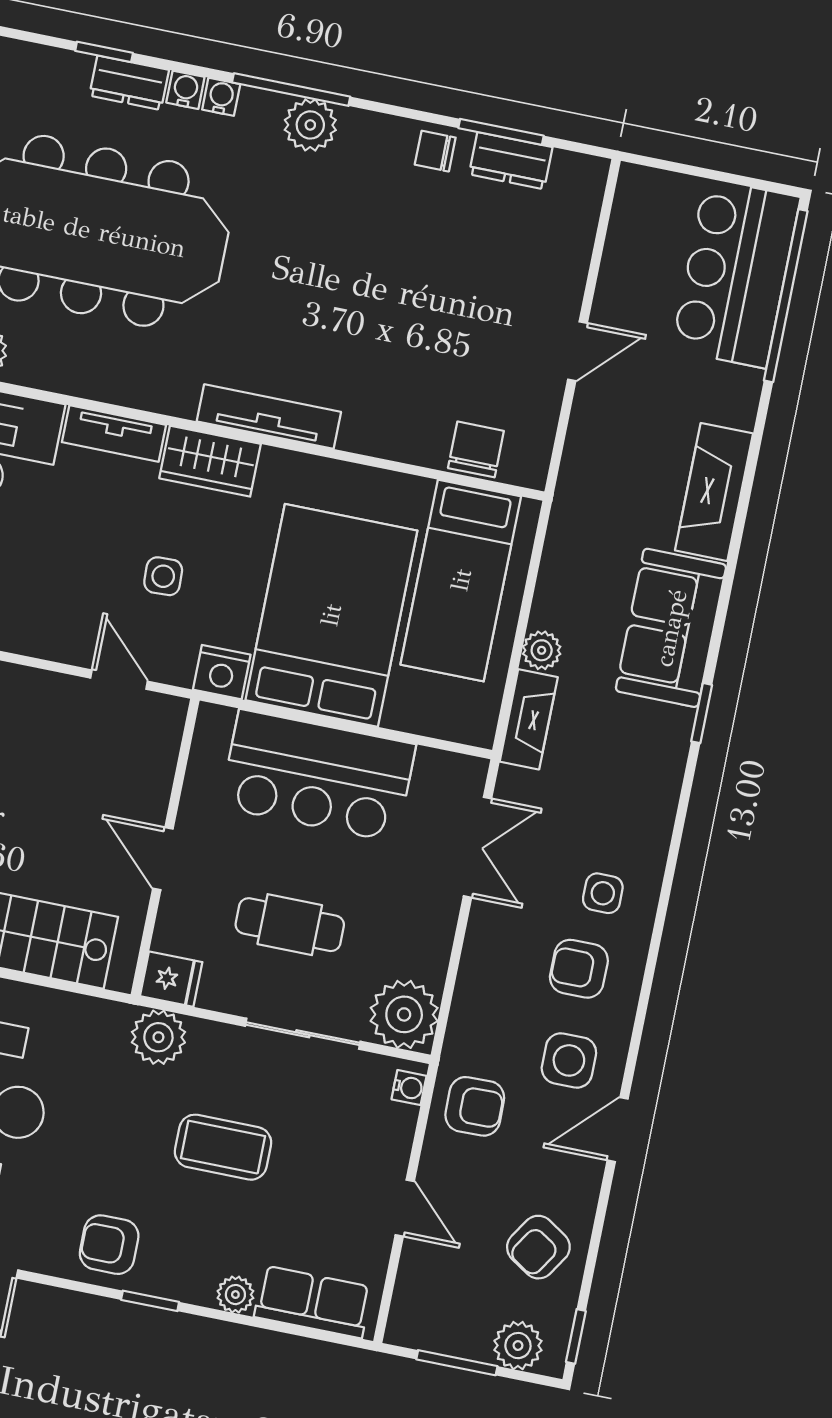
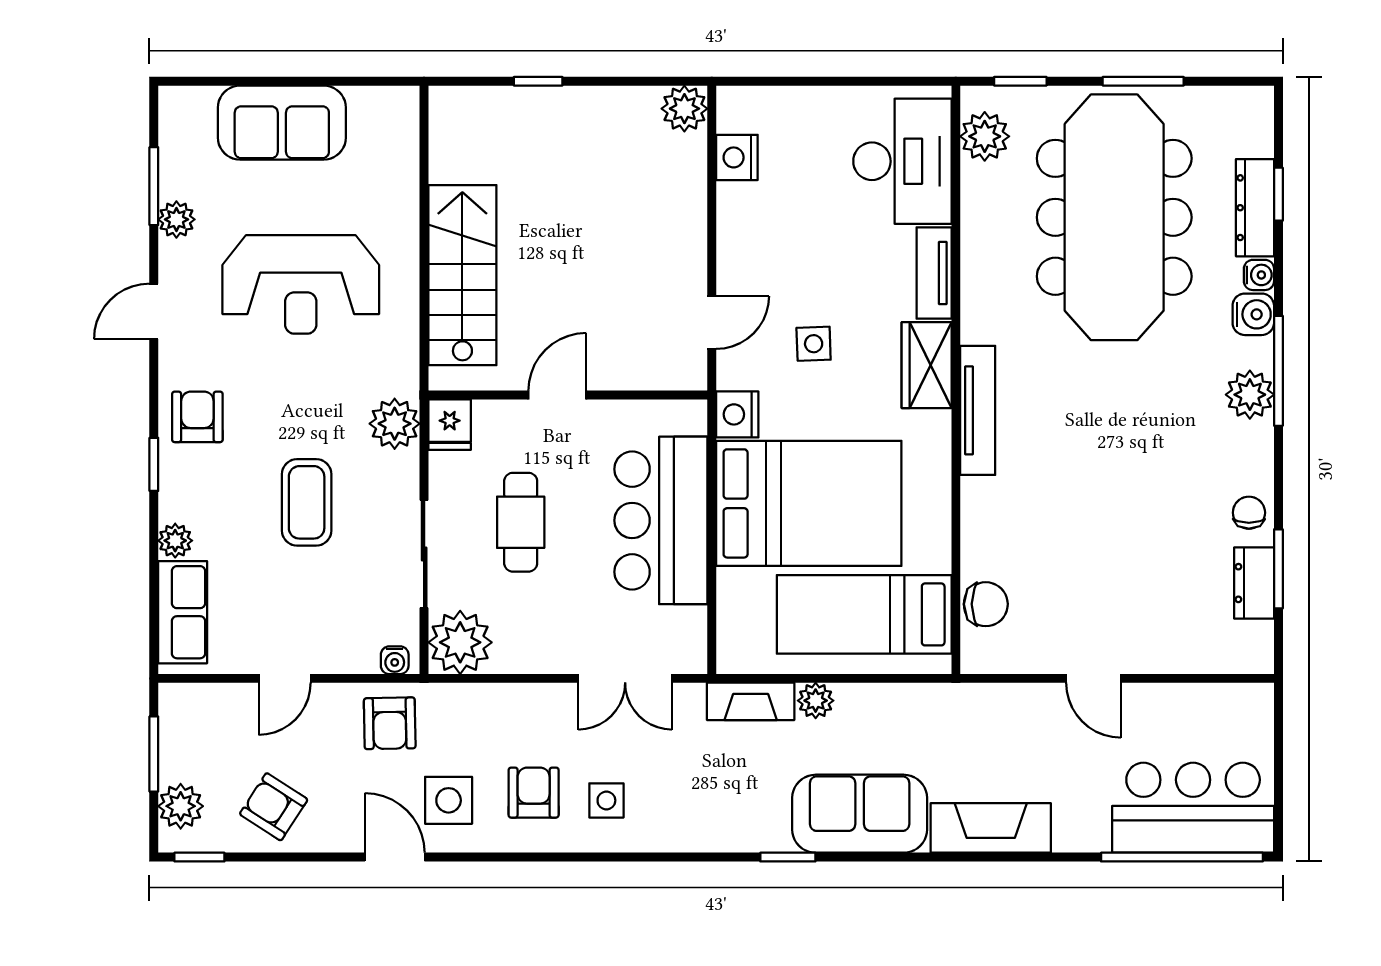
dresser: (129, 83) -> (1255, 208), width x1.44
water cooler: (221, 97) -> (1253, 314), width x1.38, depth x1.38

